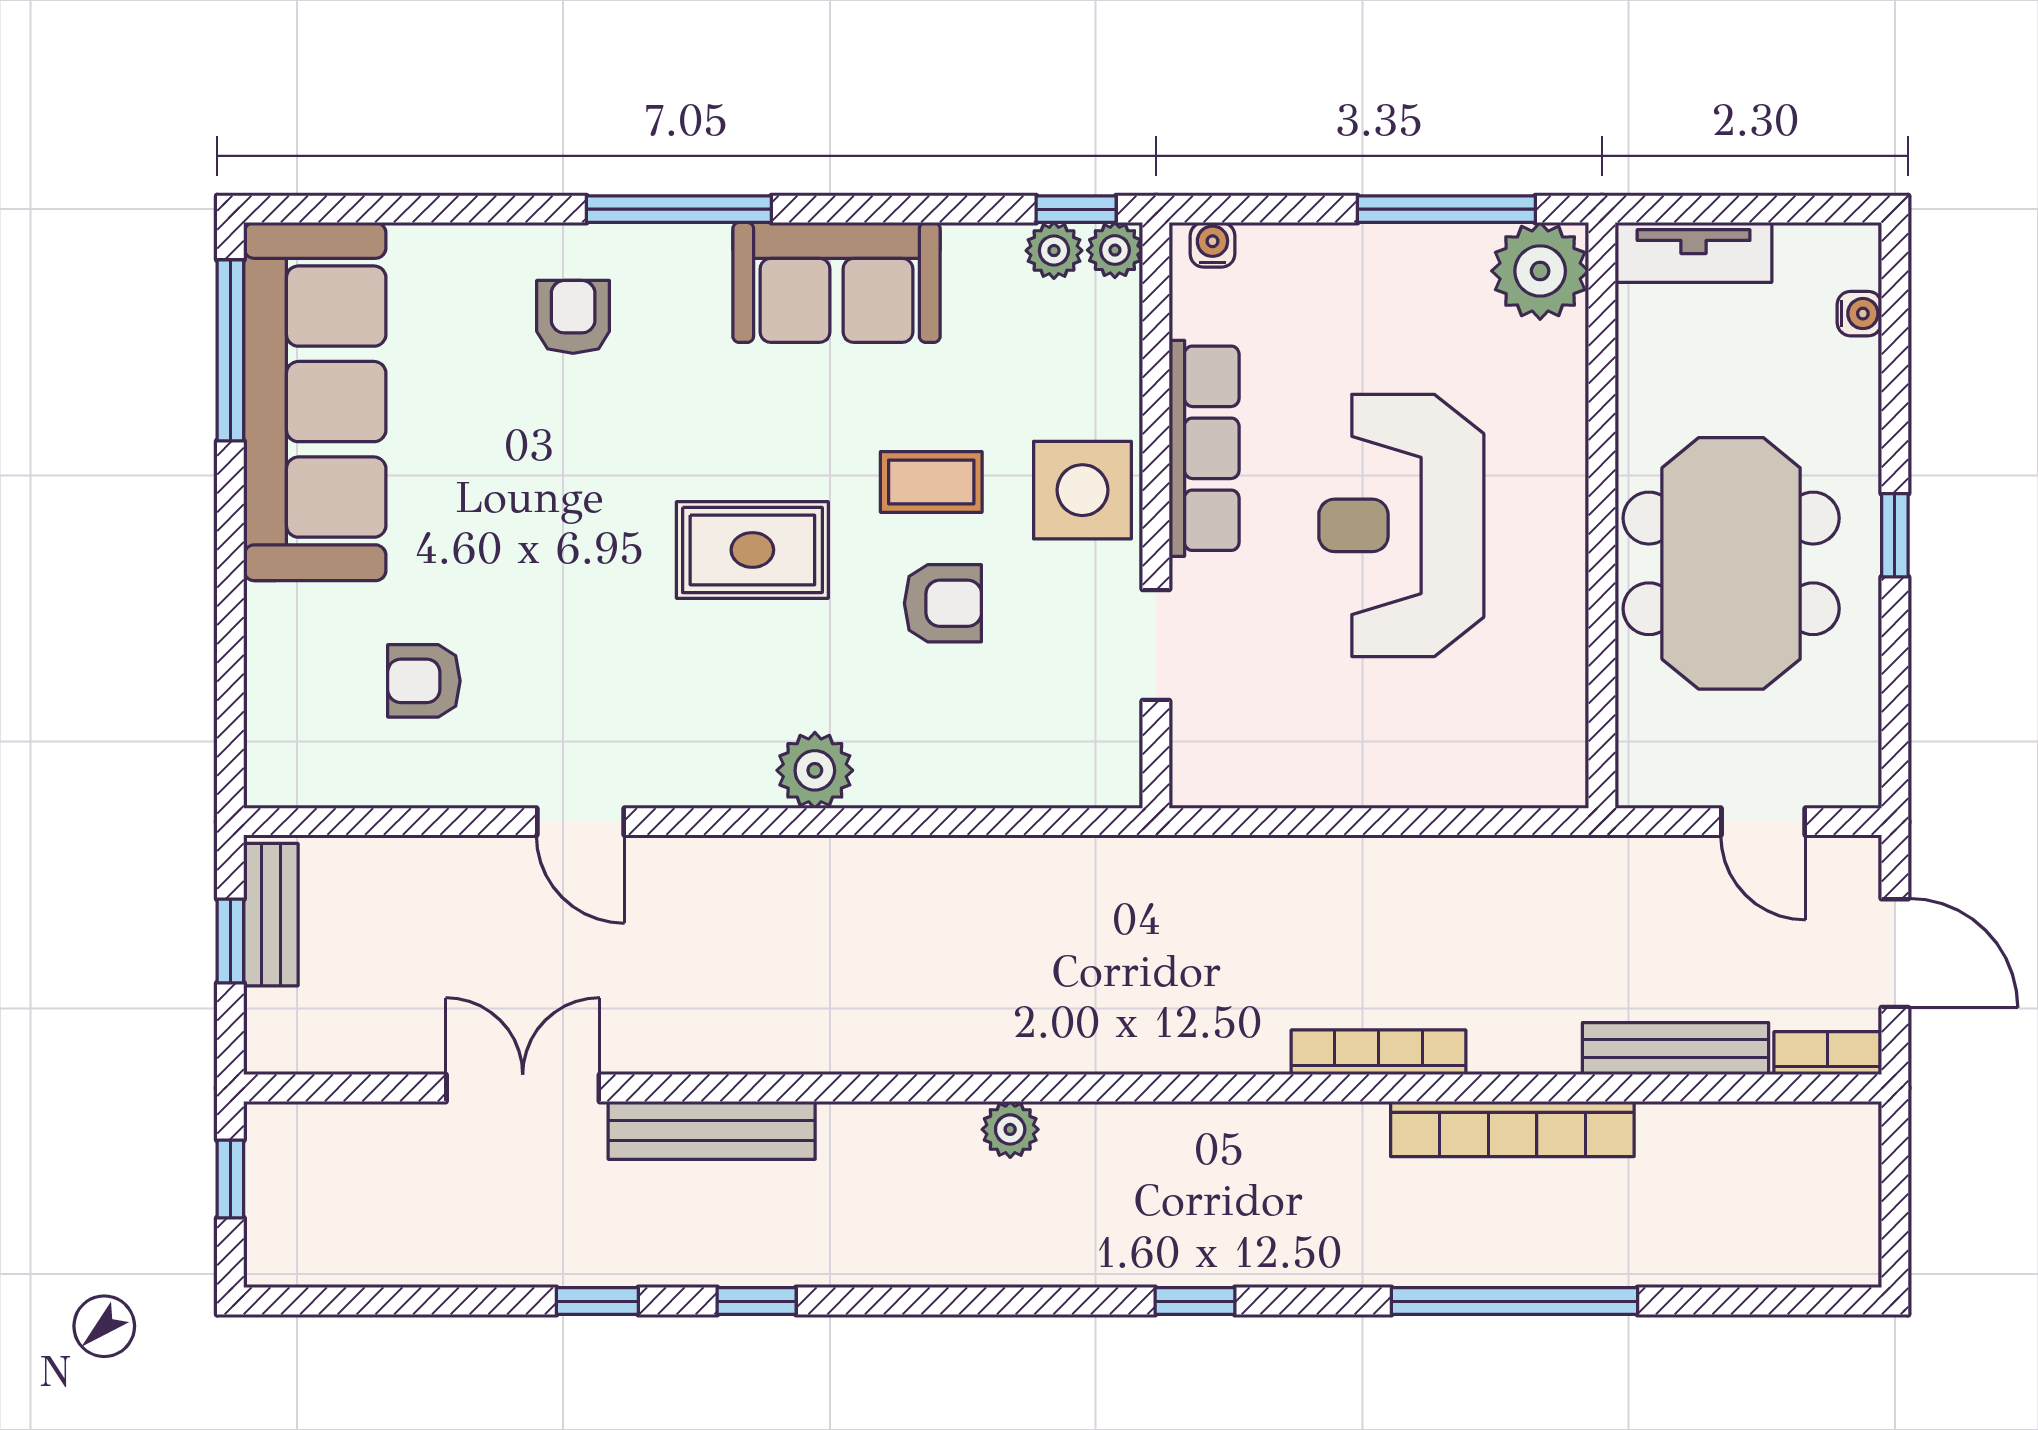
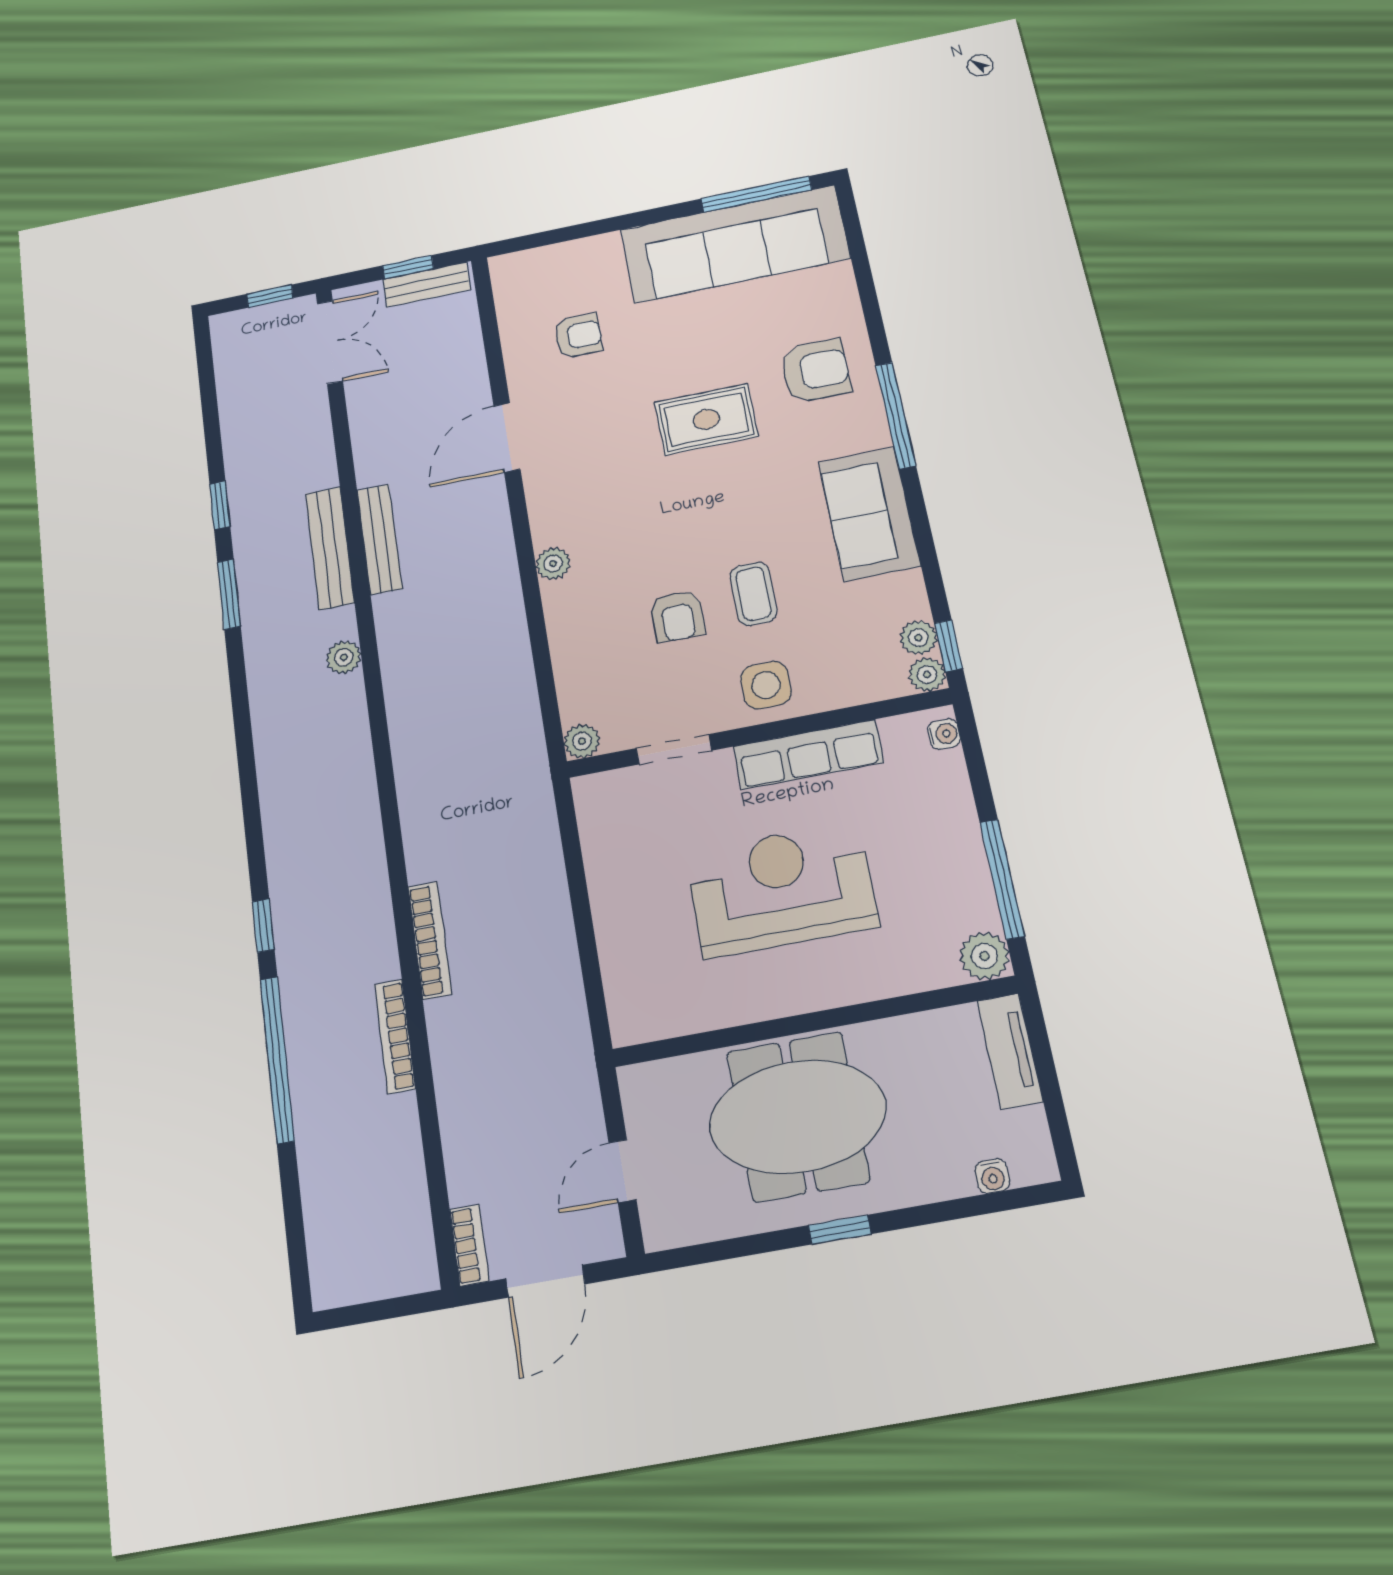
plant: (1540, 271) -> (984, 956), width x0.73, depth x0.73
armchair: (573, 317) -> (815, 371), width x1.38, depth x1.38
side table: (1082, 490) -> (766, 685), width x0.73, depth x0.73
rug: (752, 550) -> (706, 419), moved, turned 90
armchair: (424, 681) -> (578, 336), turned 90
plant: (815, 770) -> (553, 564), width x0.73, depth x0.73
plant: (1115, 781) -> (582, 741), added
door: (580, 822) -> (507, 437), width x1.38
bench: (1676, 1049) -> (380, 539), moved
double door: (523, 1088) -> (330, 342), moved
plant: (1010, 1129) -> (344, 657), moved
bookcase: (1512, 1129) -> (395, 1036), width x0.68, depth x0.76
window: (757, 1301) -> (229, 594), width x1.50
window: (1195, 1301) -> (263, 925), moved

